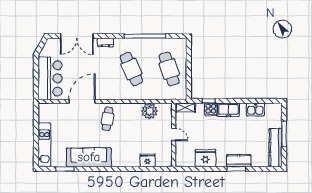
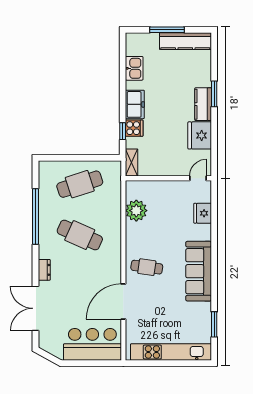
double door: (77, 36) -> (35, 308), swing flipped
cafe table: (131, 69) -> (80, 235), turned 48
door: (82, 101) -> (123, 301), hinge flipped
door: (174, 134) -> (198, 178), moved
kitchen unit: (44, 145) -> (171, 352), width x1.36
sofa: (89, 157) -> (199, 271), moved
kitchen counter: (239, 161) -> (203, 104), moved

